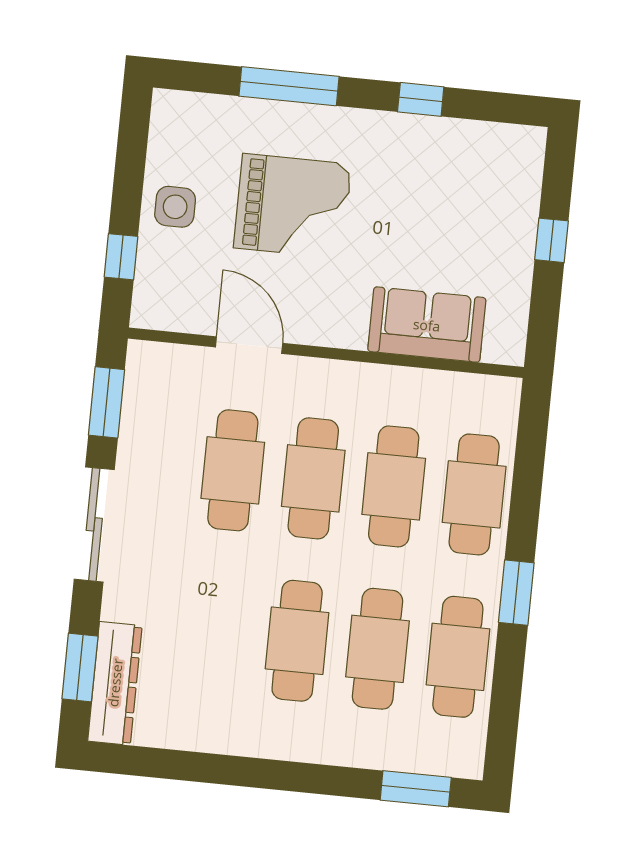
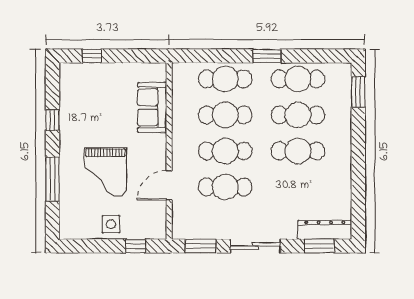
grand piano: (293, 206) -> (105, 172), turned 180
window: (551, 240) -> (92, 56), moved

